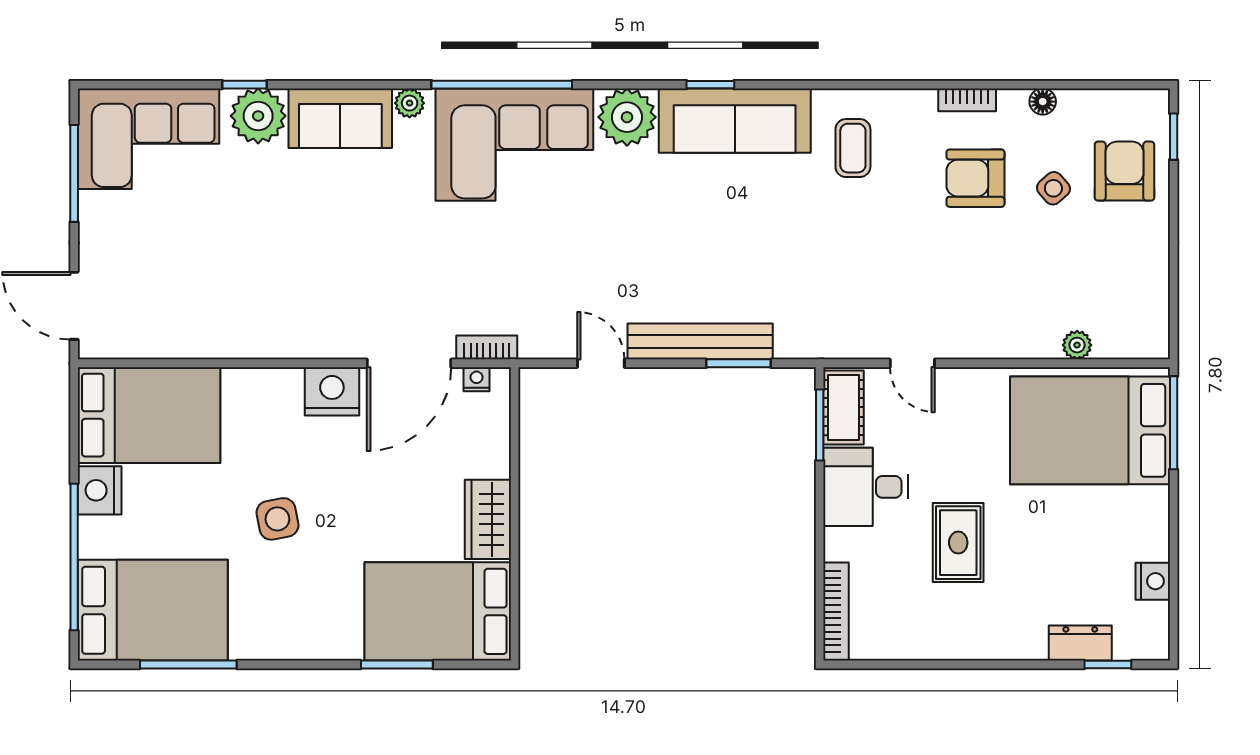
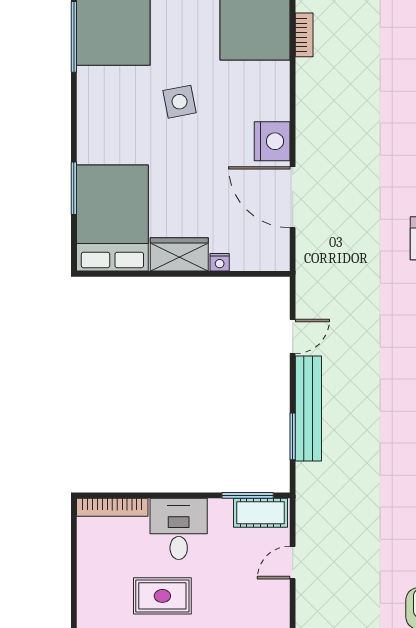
bookcase: (487, 347) -> (304, 35), moved
nightstand: (477, 379) -> (220, 262), moved, turned 90
desk: (866, 487) -> (179, 529), moved

